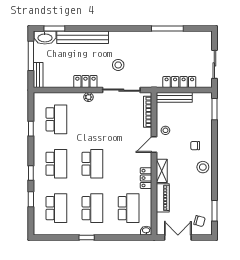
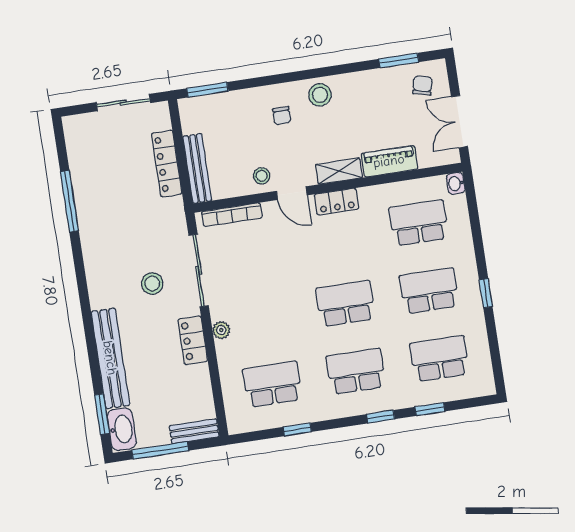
locker: (146, 178) -> (337, 202), moved

